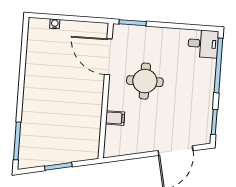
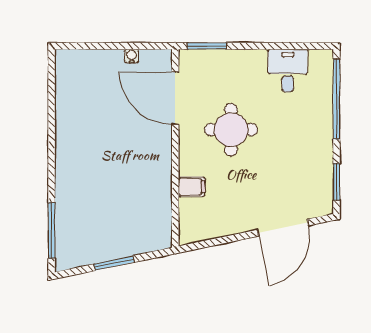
water cooler: (55, 24) -> (132, 56), moved
desk: (203, 44) -> (288, 71), moved, turned -90

